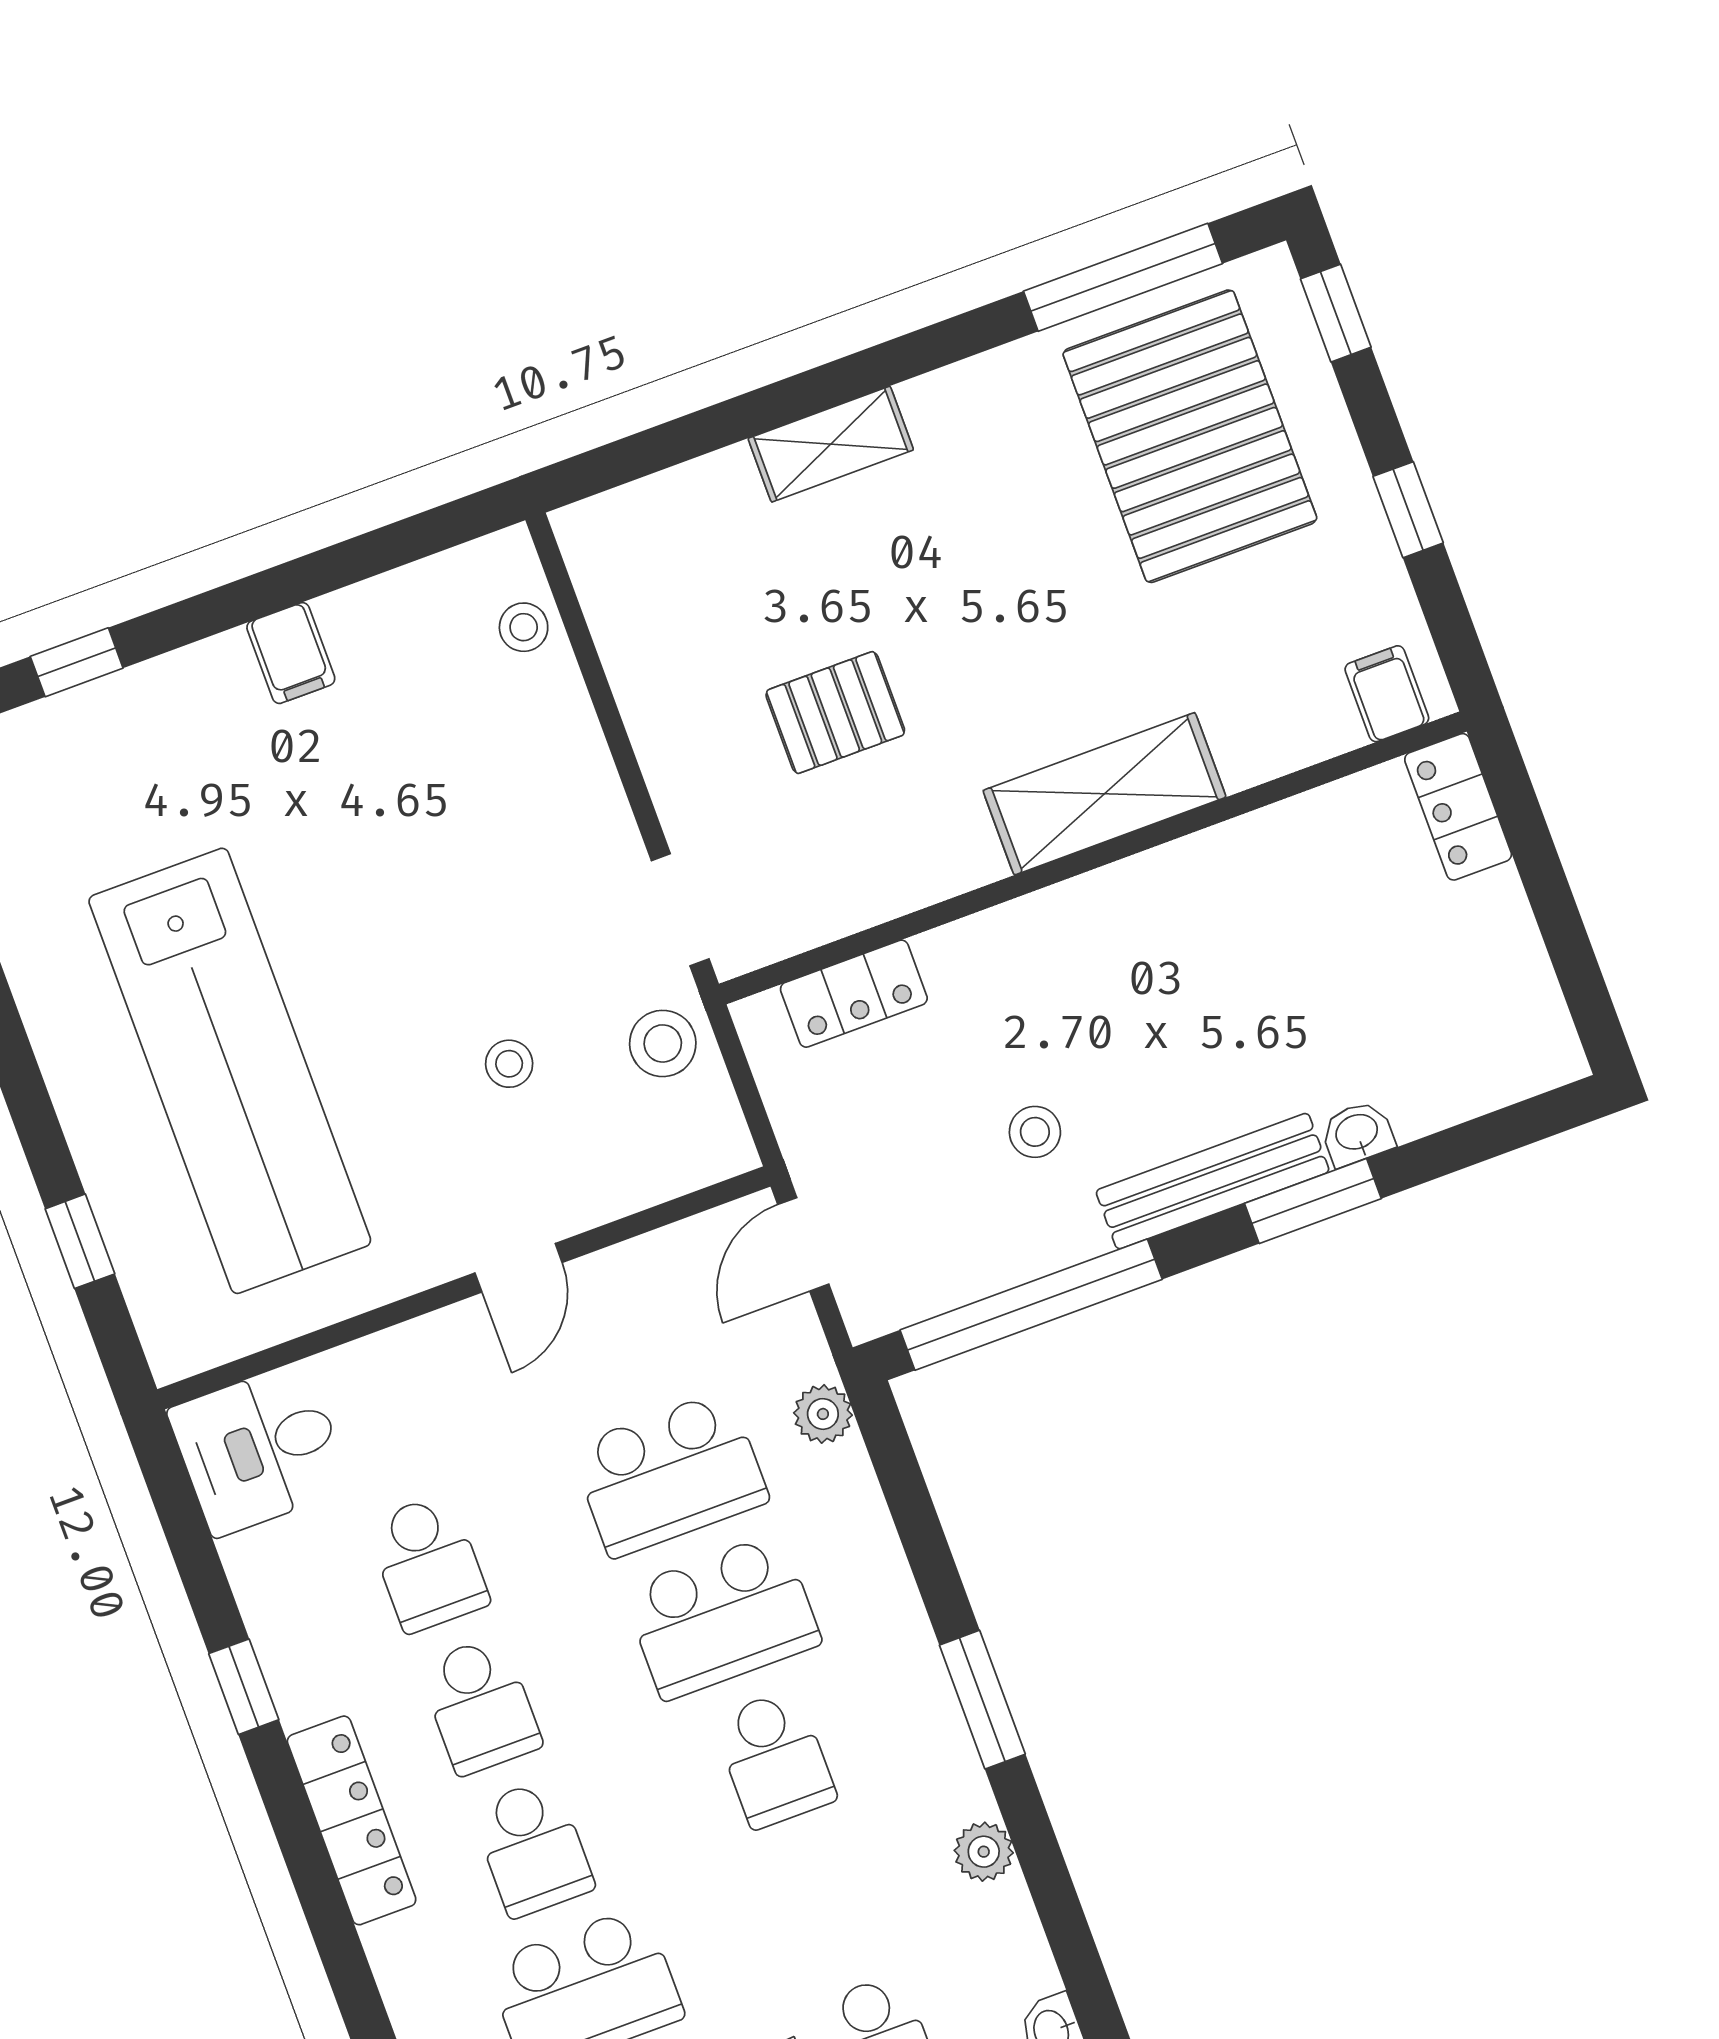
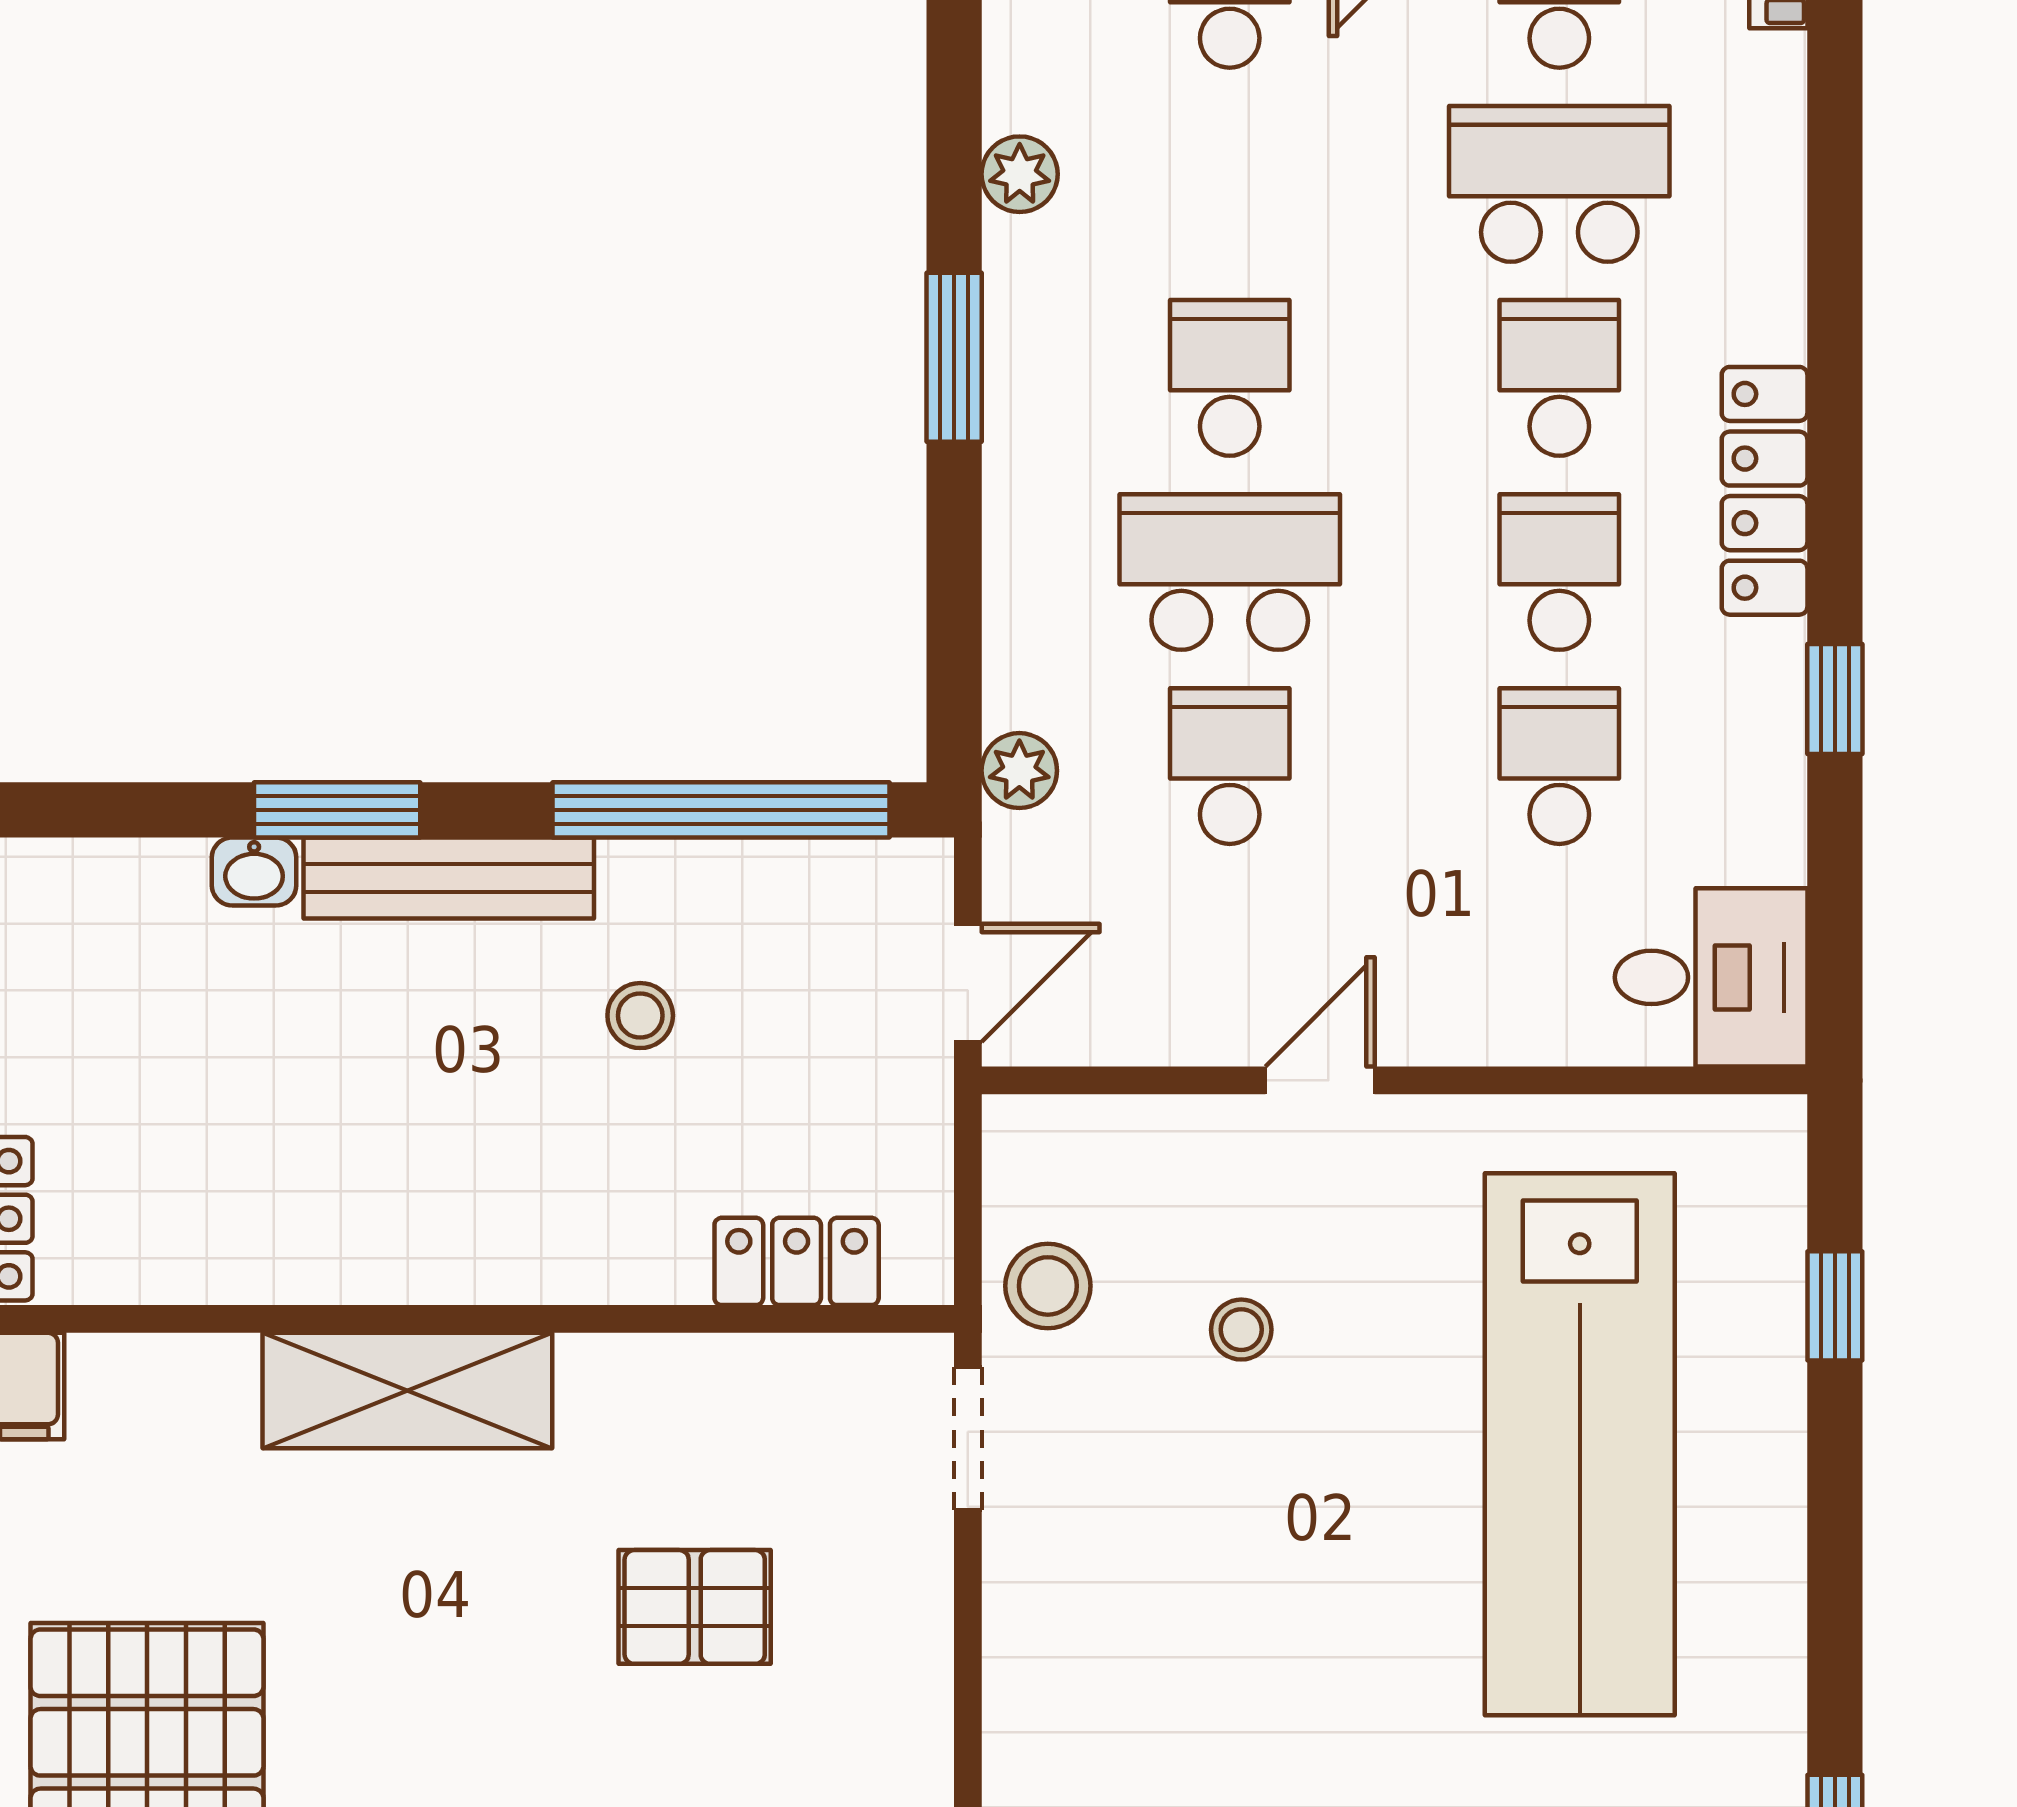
lab bench: (230, 1071) -> (1580, 1444), turned 180
school desk: (670, 1474) -> (1230, 766), width x0.54

